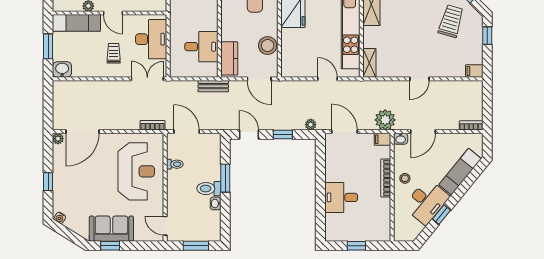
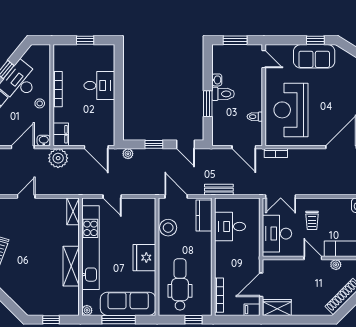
filing cabinet: (382, 139) -> (61, 134), width x2.00
bookcase: (386, 178) -> (58, 89), moved

